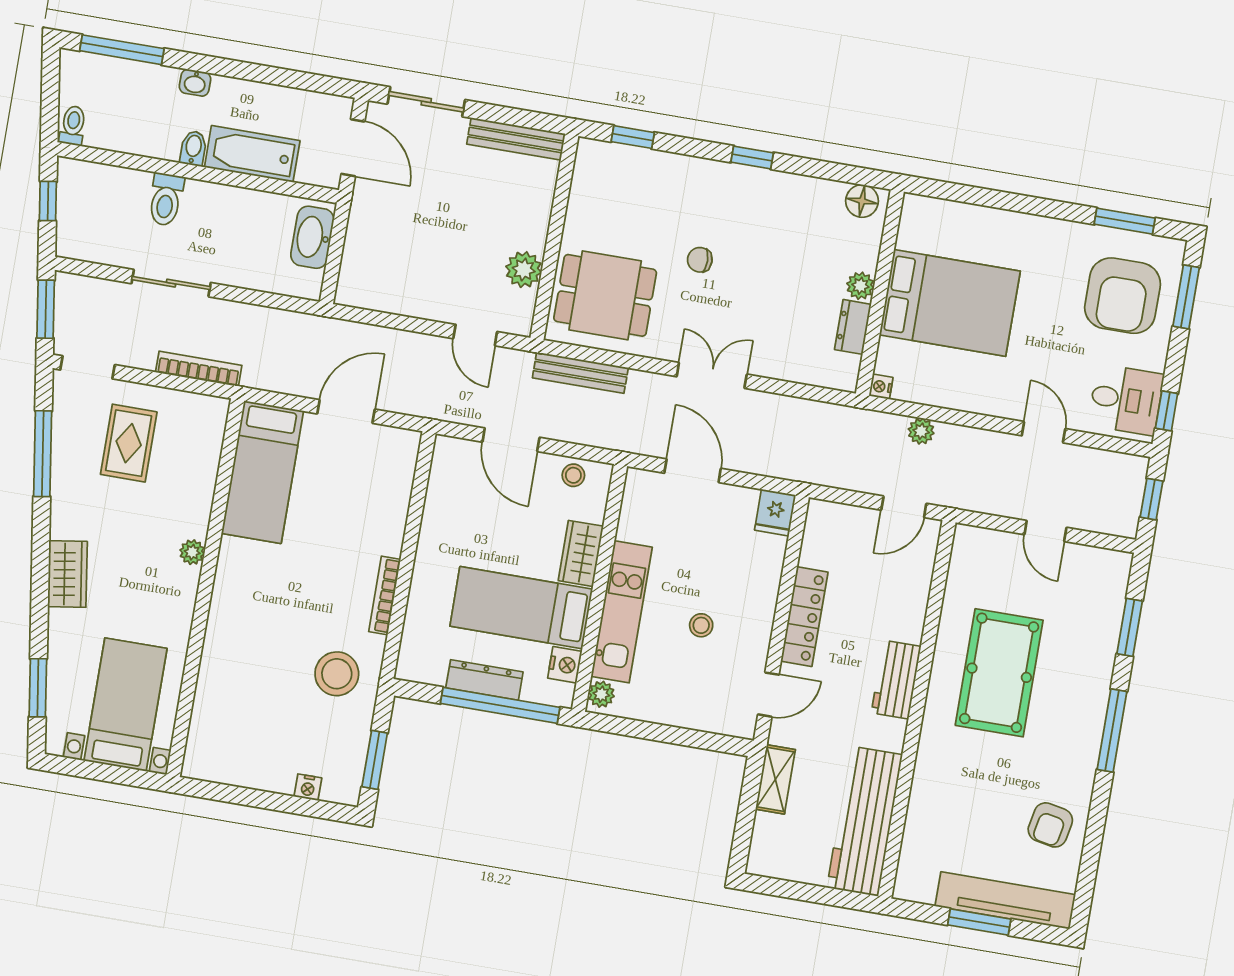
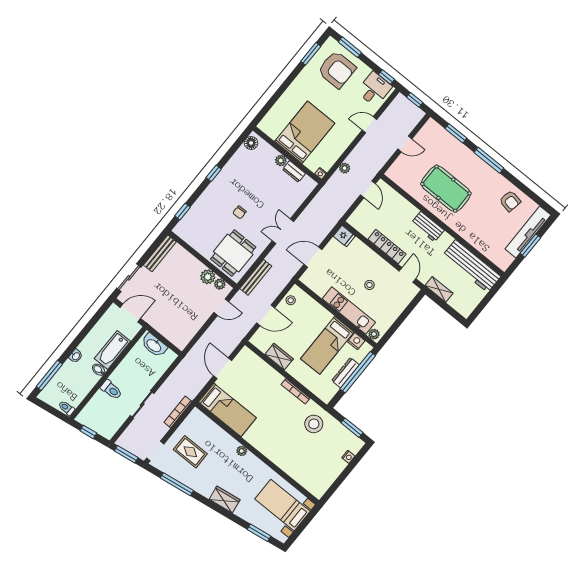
plant: (523, 304) -> (220, 284), added
wardrobe: (581, 553) -> (279, 357), moved, turned 180

